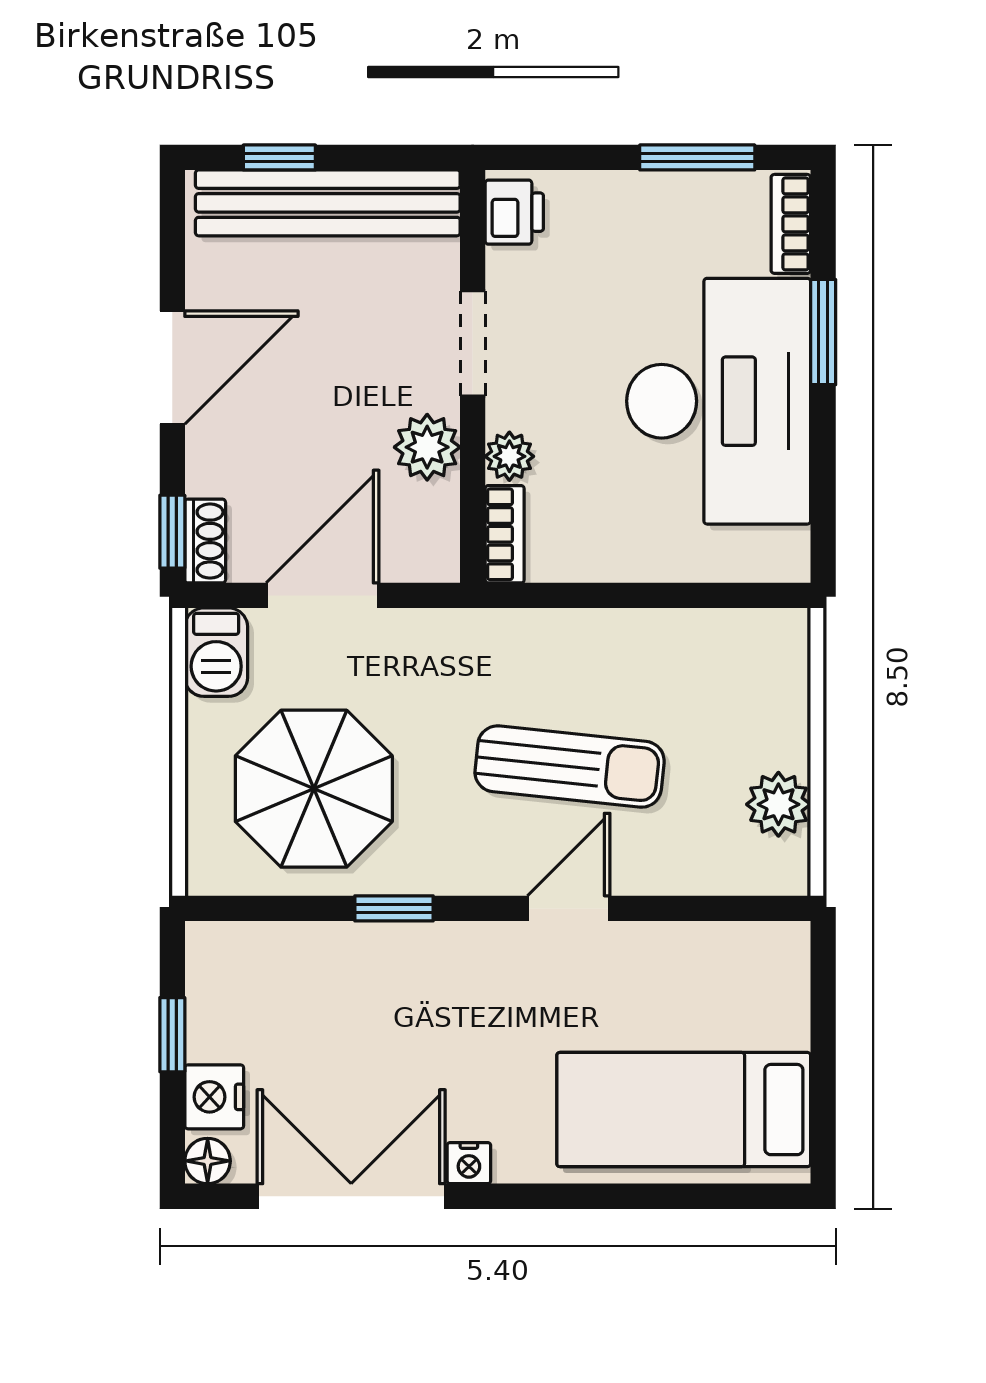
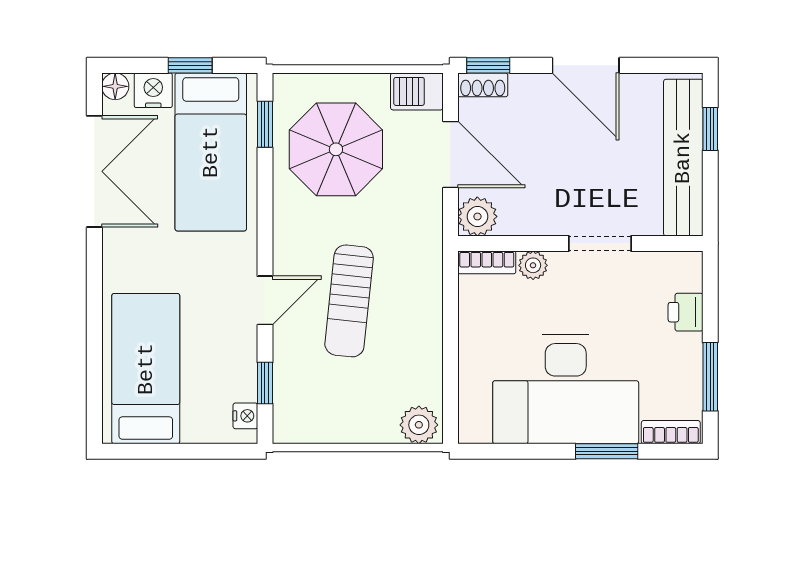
printer: (514, 212) -> (686, 312), moved, turned 90
plant: (427, 447) -> (477, 216), moved
plant: (778, 804) -> (419, 425), moved
window: (394, 908) -> (265, 124), moved
door: (569, 908) -> (265, 300), hinge flipped
window: (708, 908) -> (265, 383), added
bed: (318, 1000) -> (211, 152), added
nightstand: (469, 1163) -> (245, 416), moved, turned 180

